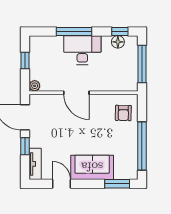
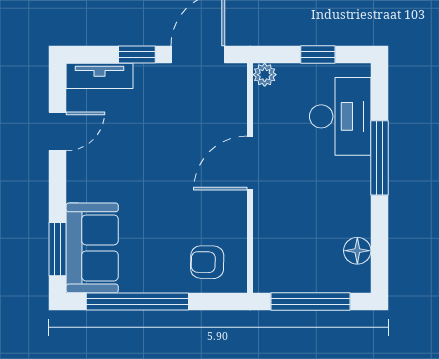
window: (120, 31) -> (379, 255), removed
desk: (82, 50) -> (340, 116), moved
sofa: (92, 167) -> (92, 248), moved

